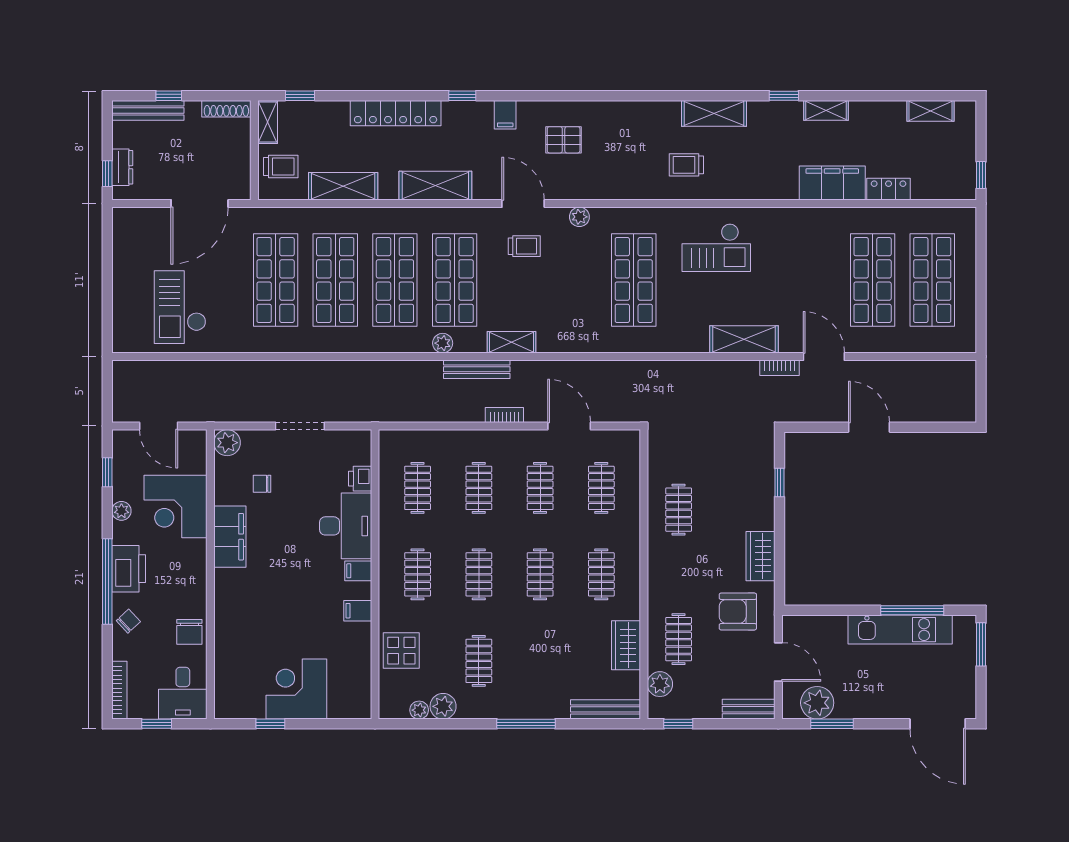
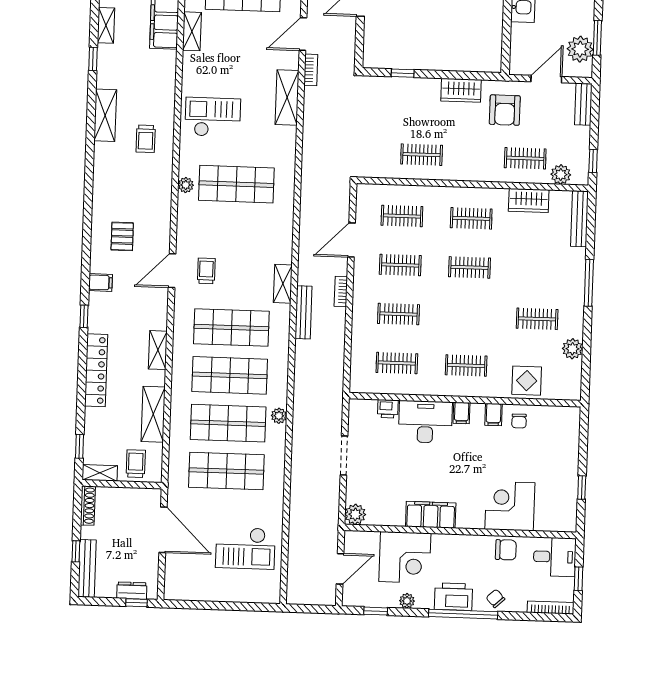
shelving: (435, 186) -> (158, 350), width x0.67, depth x0.75
plant: (579, 217) -> (186, 185), moved
shelving: (822, 218) -> (192, 31), added
checkout: (716, 248) -> (213, 117), turned -90
plant: (443, 343) -> (279, 416), moved
chair: (262, 484) -> (519, 421), moved
clothes rail: (479, 574) -> (468, 316), removed
corner desk: (296, 689) -> (510, 506), moved, turned 90
plant: (419, 710) -> (575, 368), removed

